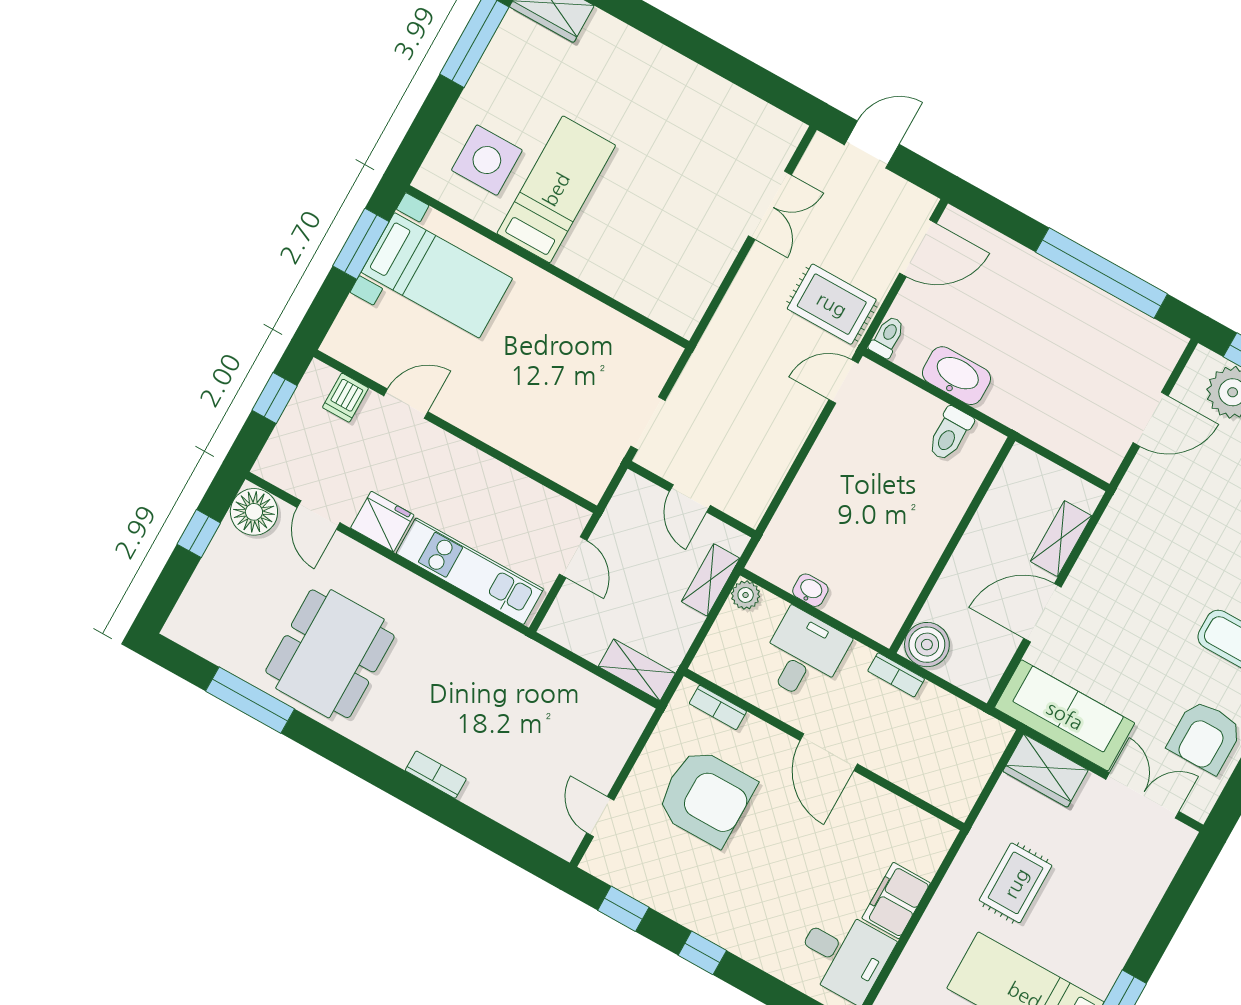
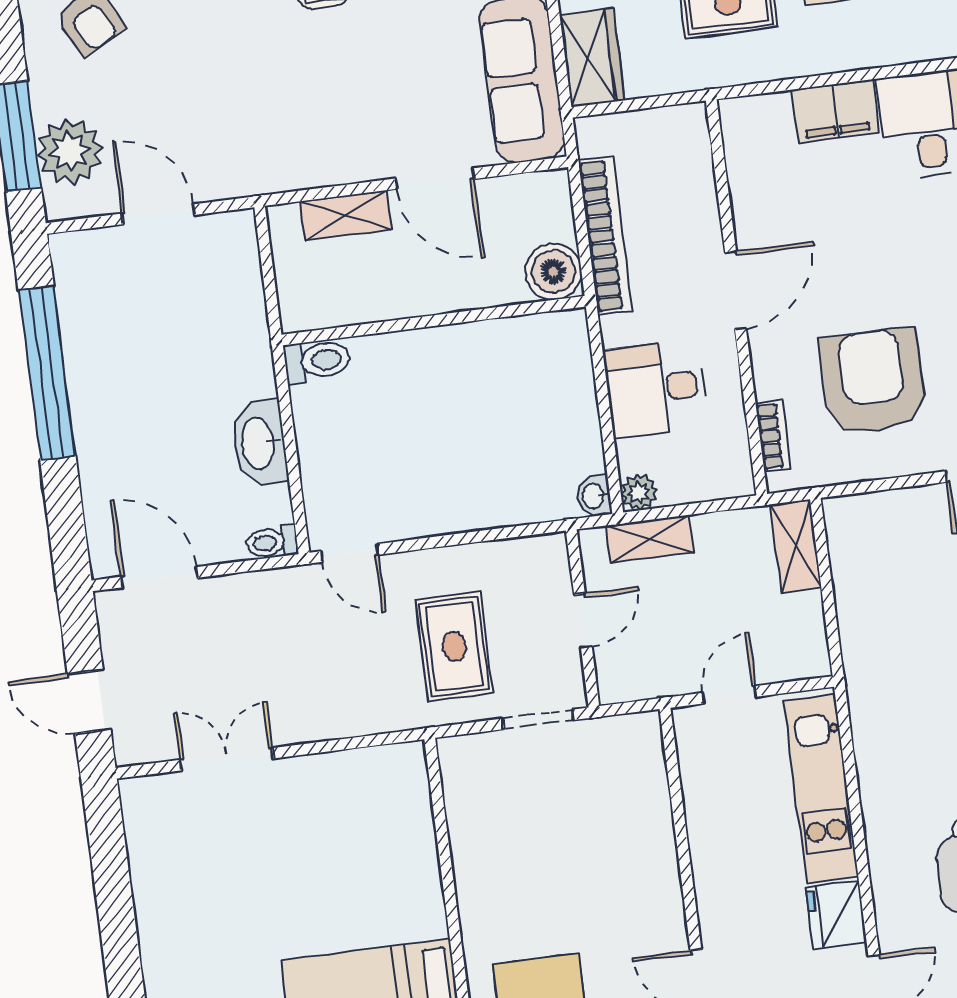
rug: (832, 304) -> (454, 646), moved
toilet: (950, 434) -> (317, 361), moved
washbasin: (810, 590) -> (594, 496), moved
bookcase: (896, 675) -> (606, 236), width x2.31, depth x1.31

